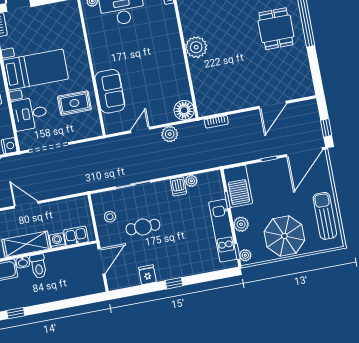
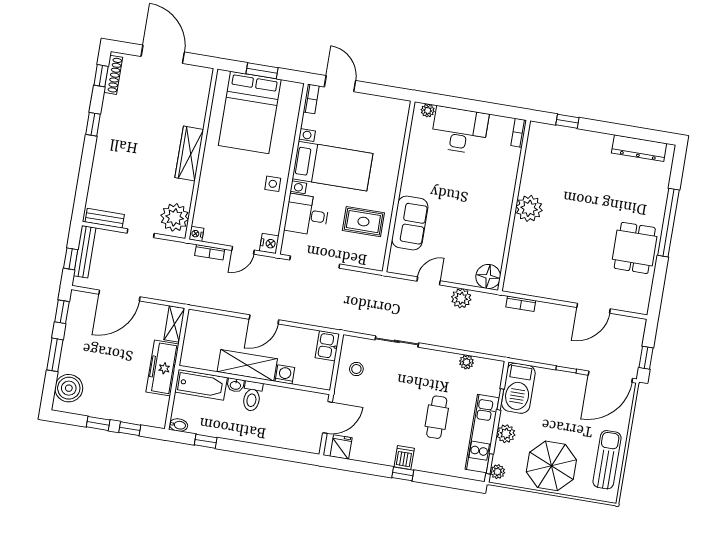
dining table: (276, 29) -> (635, 248), moved
dishwasher: (178, 186) -> (404, 458), moved, turned 180
door: (26, 205) -> (264, 319), swing flipped
cafe table: (143, 227) -> (437, 417), moved, turned 90
kitchen sink: (76, 236) -> (327, 346), moved, turned -90
fridge: (147, 275) -> (341, 447), moved

